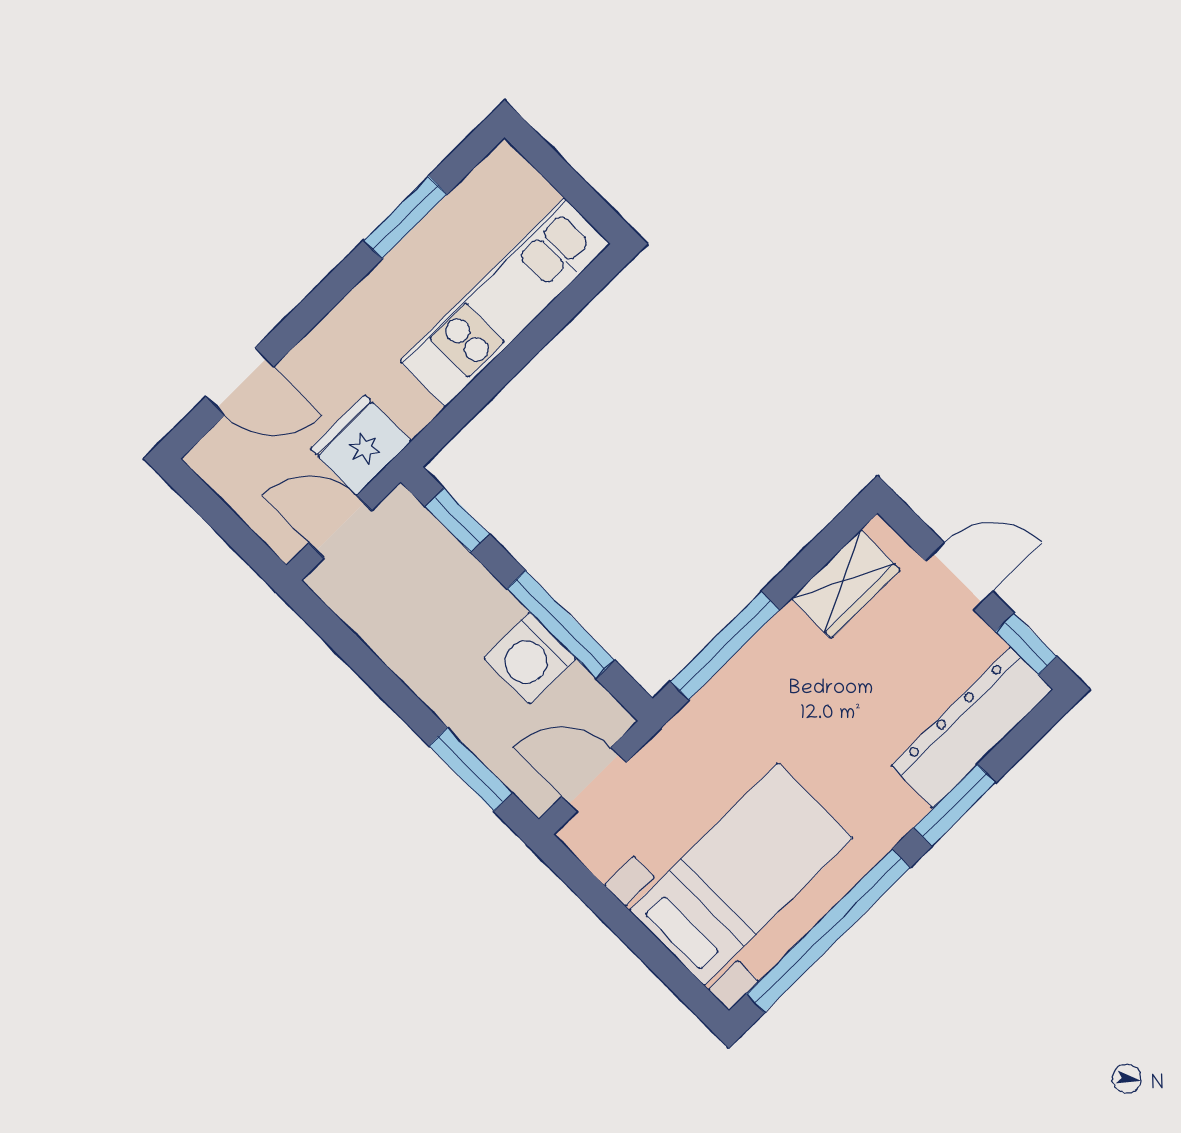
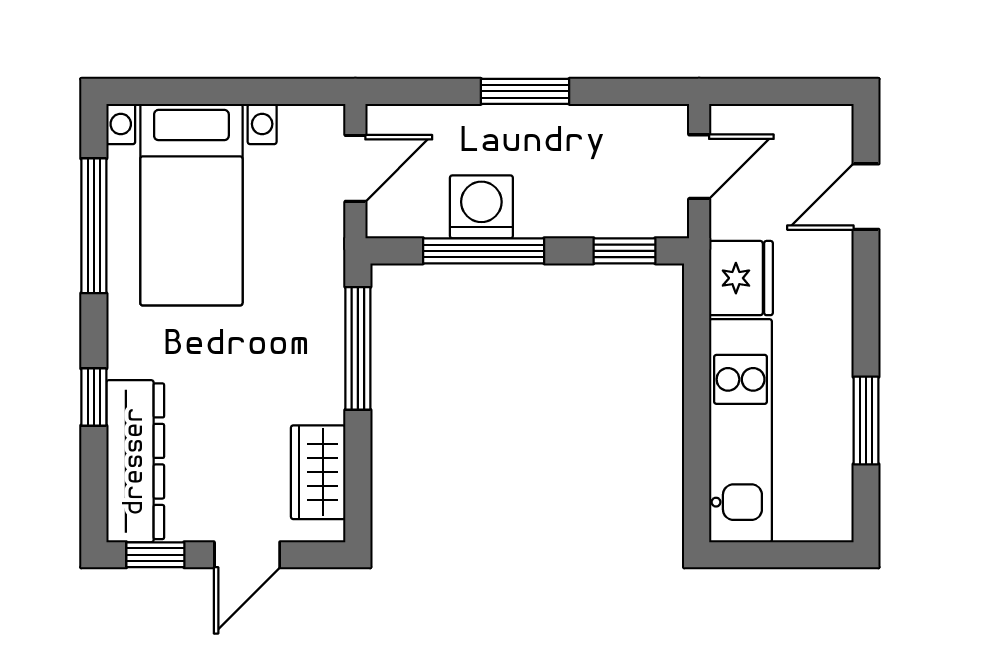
fridge: (361, 445) -> (741, 278), moved
window: (471, 769) -> (525, 91), moved
window: (955, 805) -> (94, 397), width x0.67
window: (828, 931) -> (94, 226), width x0.68

